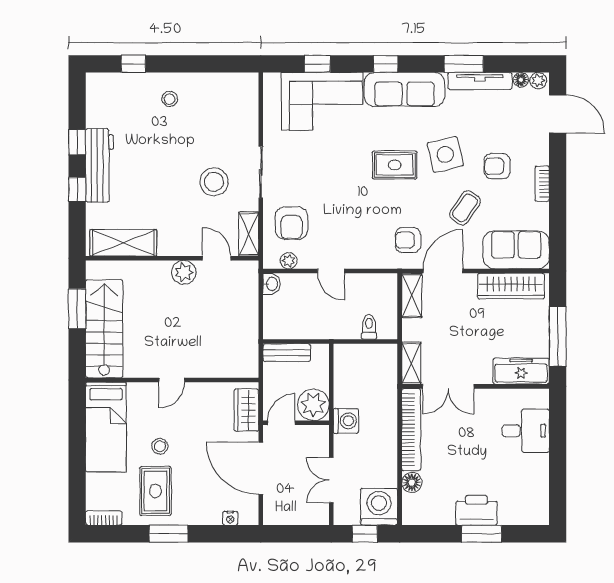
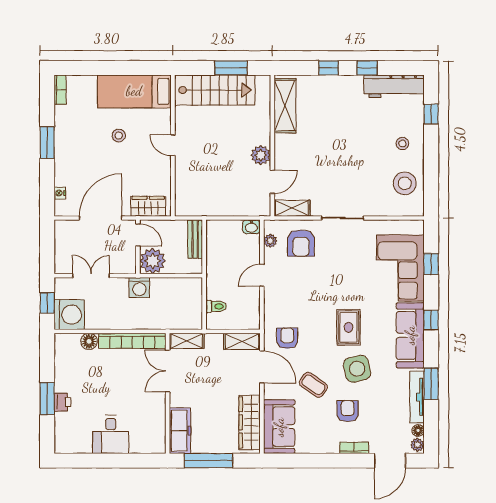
workbench: (99, 165) -> (394, 86), moved
stool: (214, 182) -> (405, 183), moved
bookcase: (542, 184) -> (354, 448), moved
armchair: (291, 223) -> (301, 243), turned -90
desk: (526, 431) -> (111, 434), moved
rug: (156, 491) -> (82, 132), removed
printer: (476, 510) -> (62, 402), width x0.53, depth x0.68

